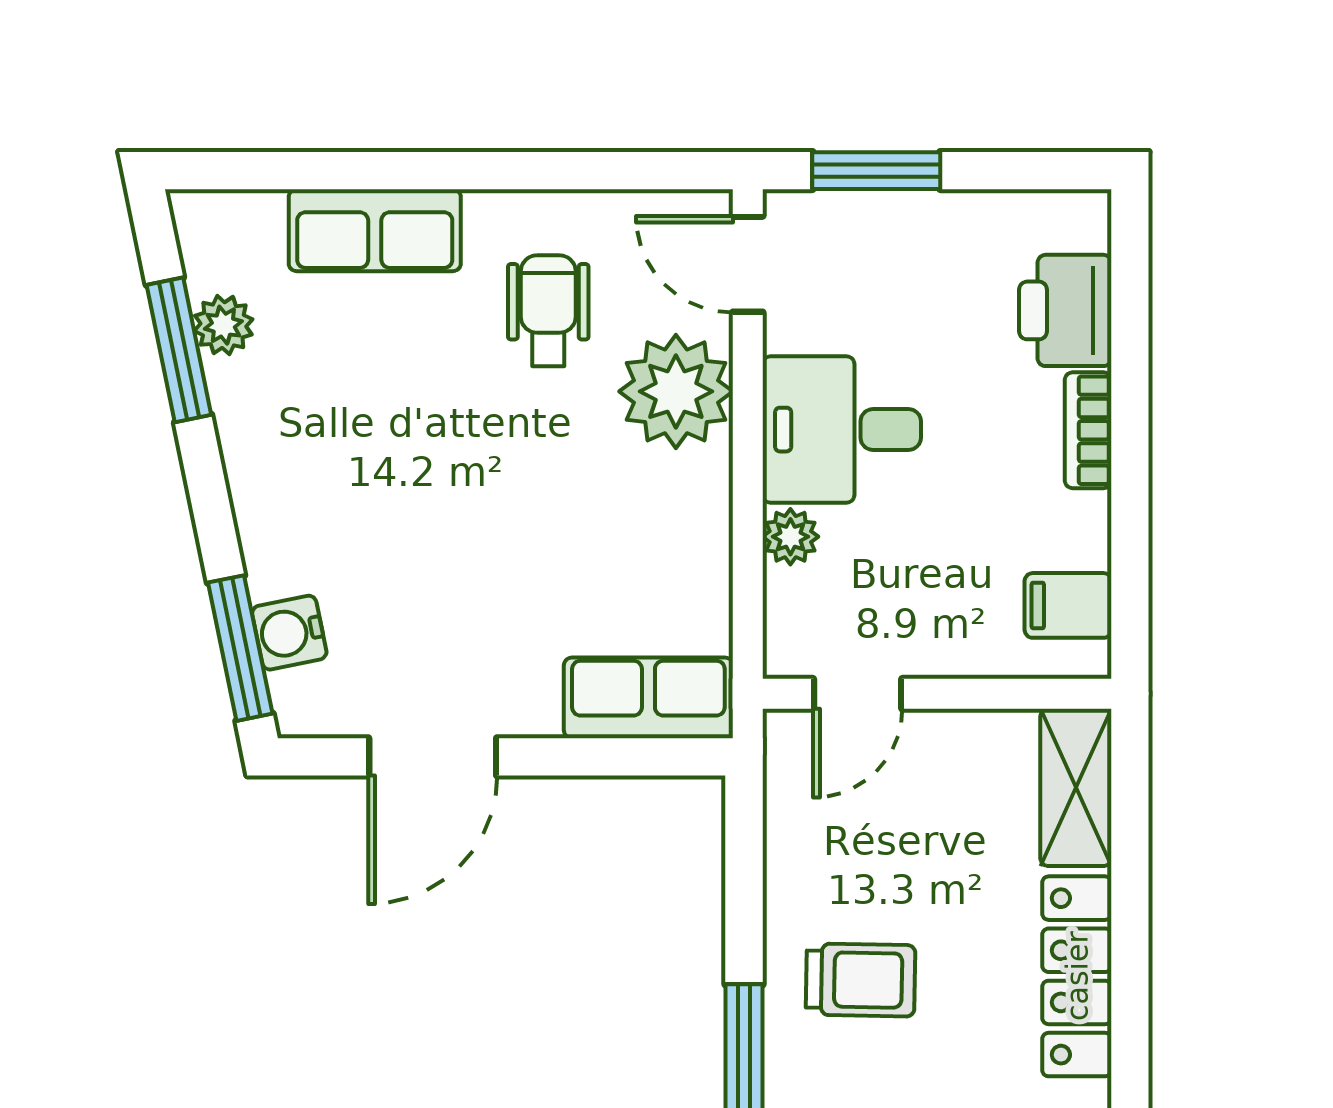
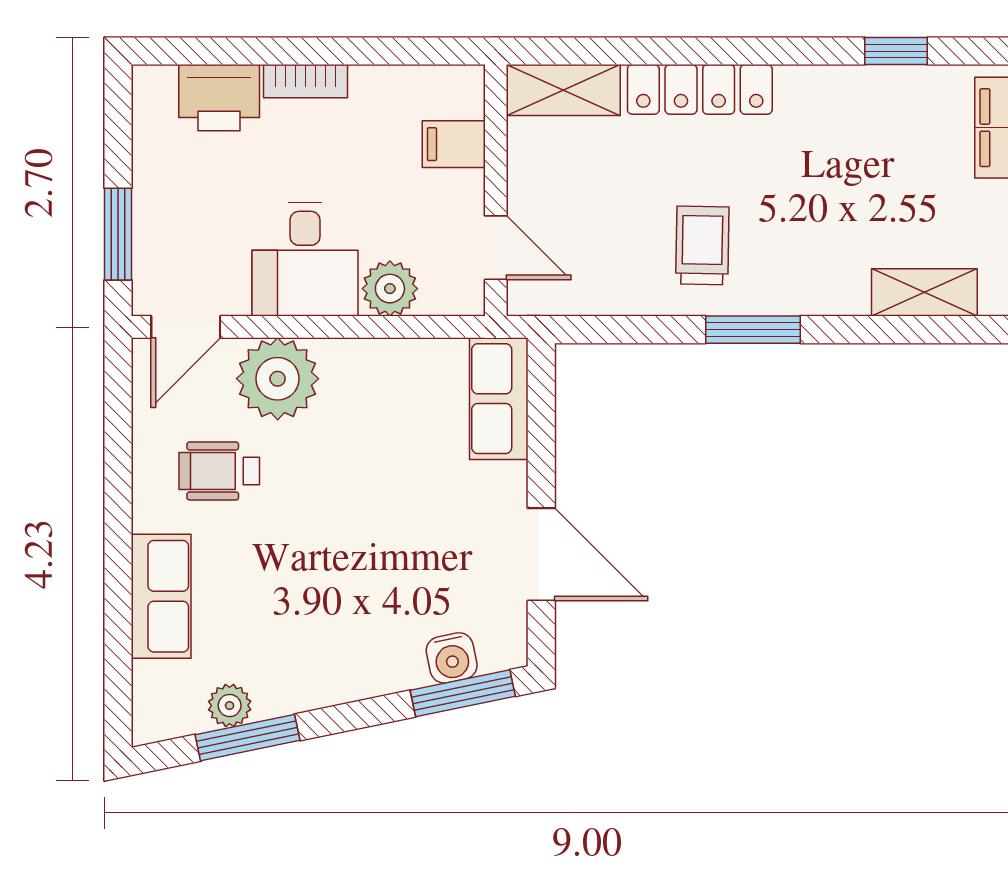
plant: (790, 537) -> (390, 289), width x1.38, depth x1.38
filing cabinet: (1068, 605) -> (454, 144), moved, turned 90

